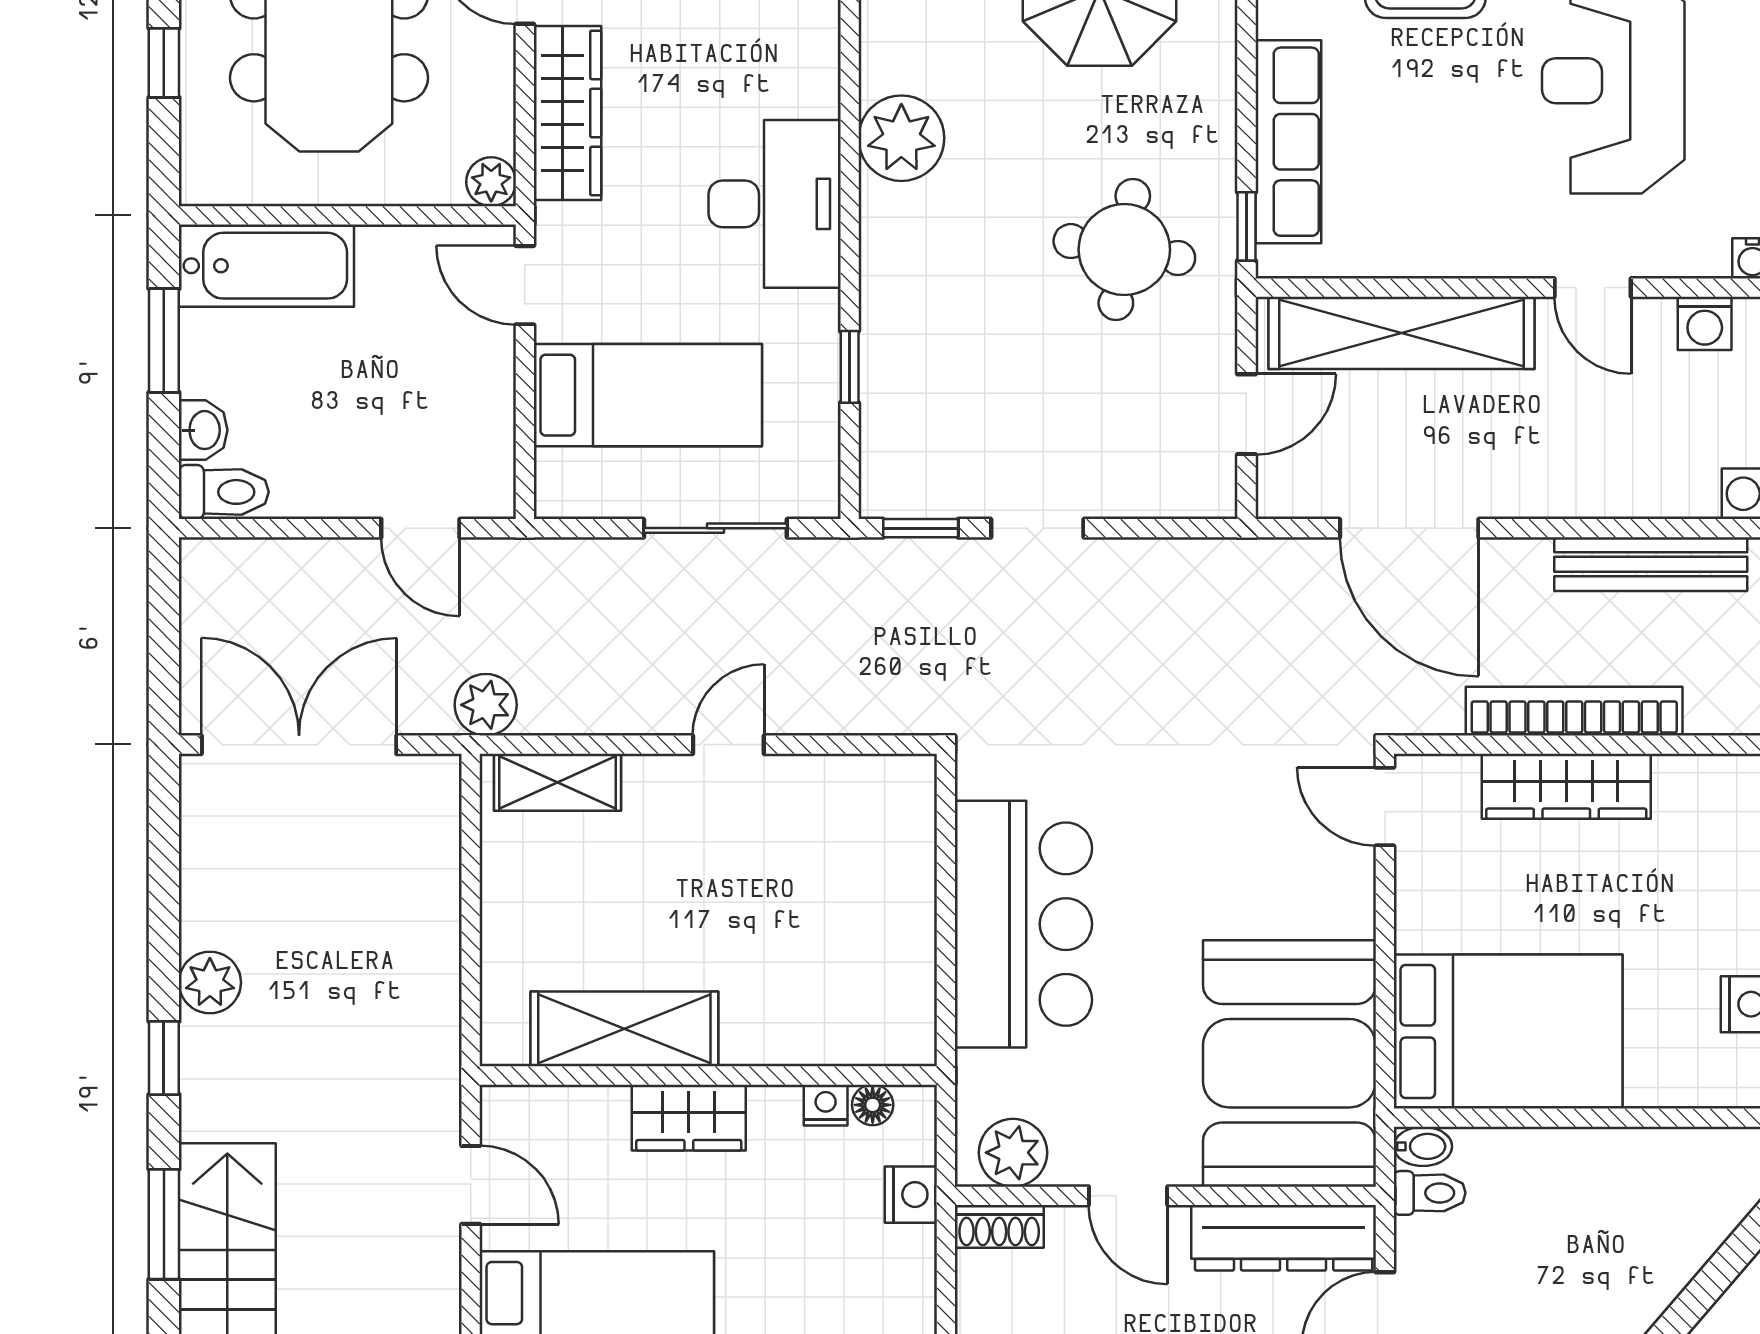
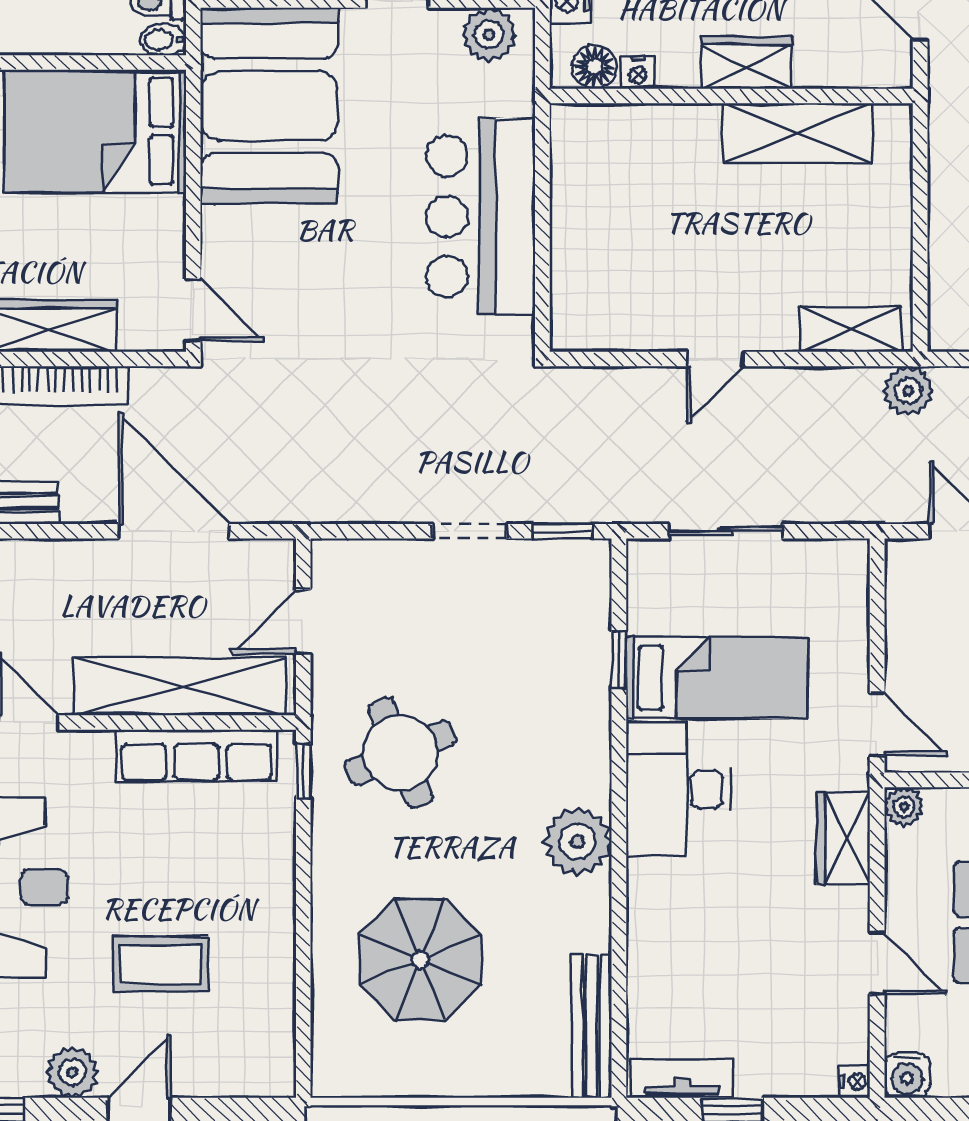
wardrobe: (567, 113) -> (843, 838), width x0.67
row of seats: (1288, 142) -> (196, 756), moved, turned -90
round table: (1124, 250) -> (400, 753), turned -32
bed: (648, 395) -> (717, 678), moved, turned 180
floor lamp: (873, 1105) -> (594, 67), width x1.37, depth x1.37

